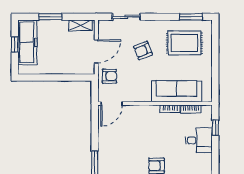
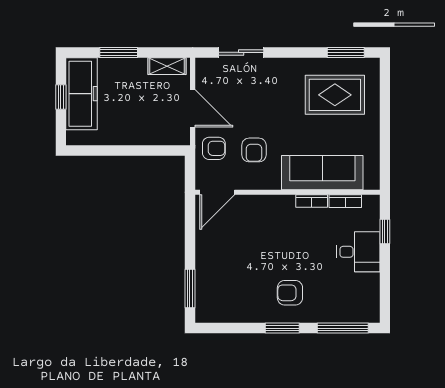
door: (96, 51) -> (193, 108), hinge flipped
armchair: (143, 51) -> (254, 150), moved, turned -69

